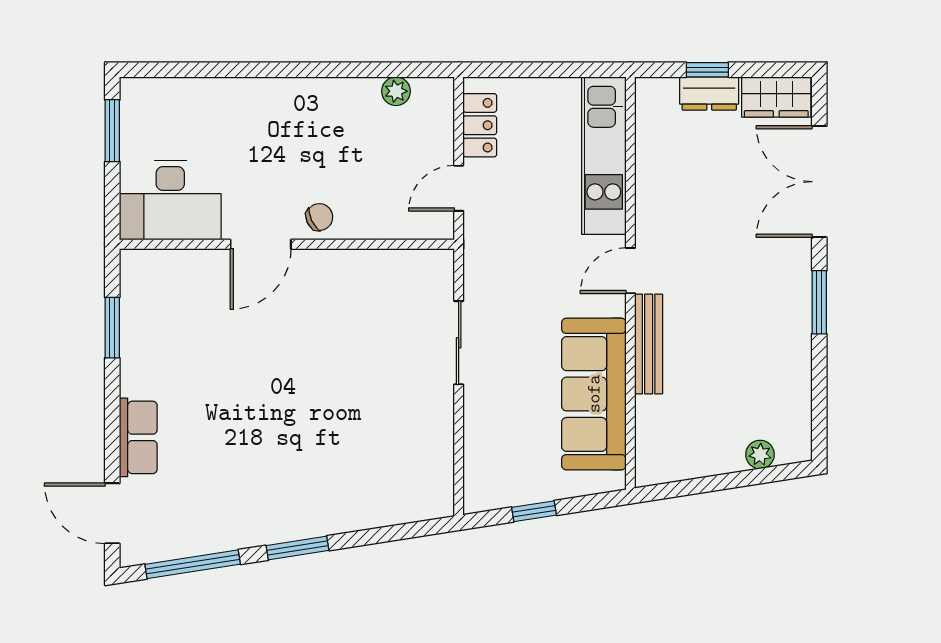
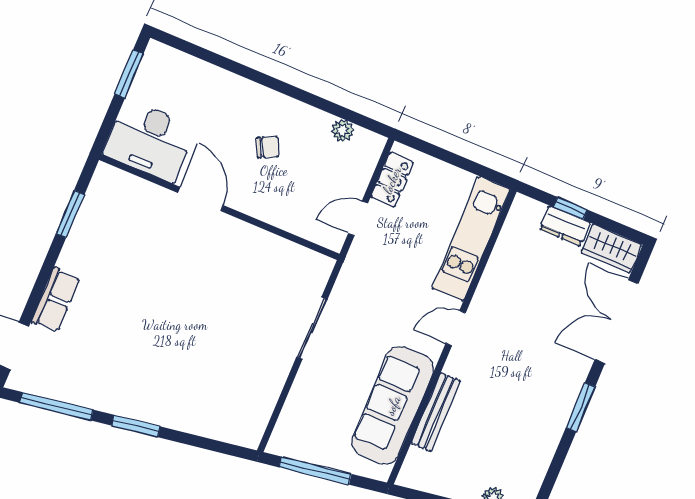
chair: (319, 217) -> (268, 147), moved
door: (261, 244) -> (201, 199), swing flipped
bench: (649, 344) -> (436, 412), moved
window: (534, 511) -> (315, 471), width x2.17

